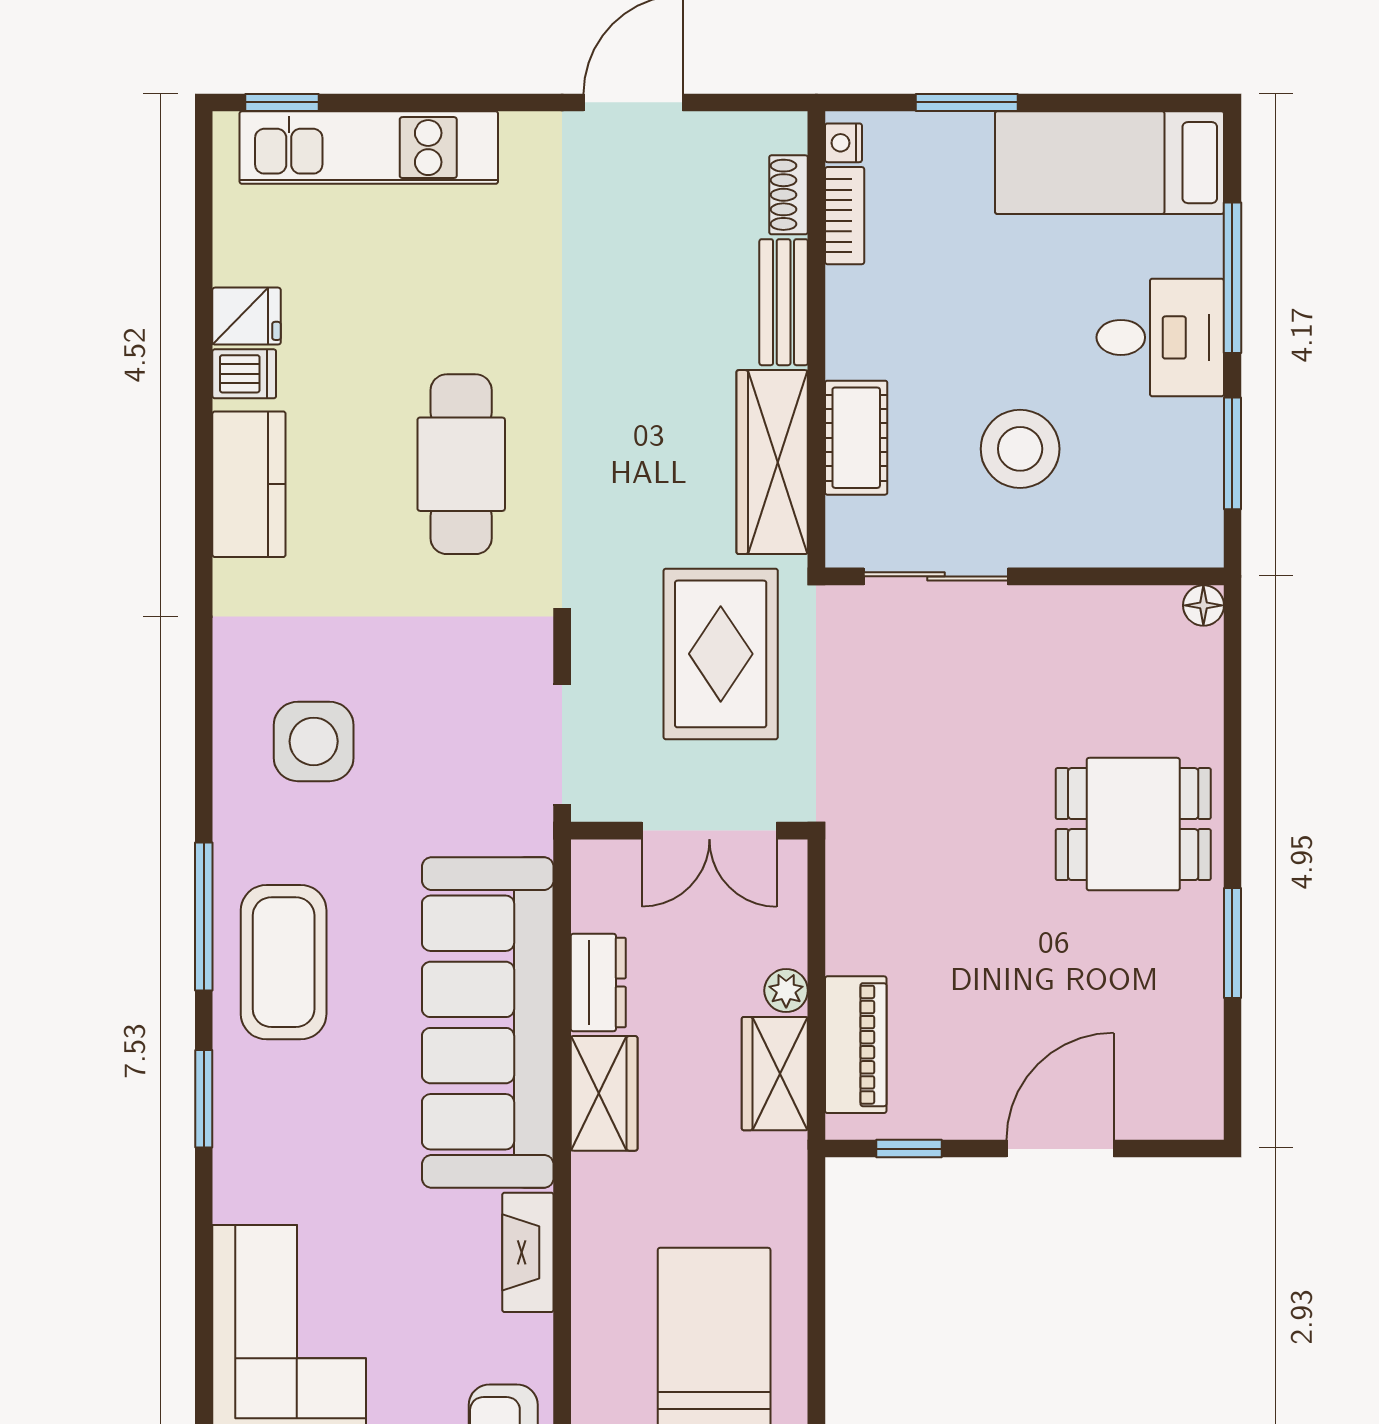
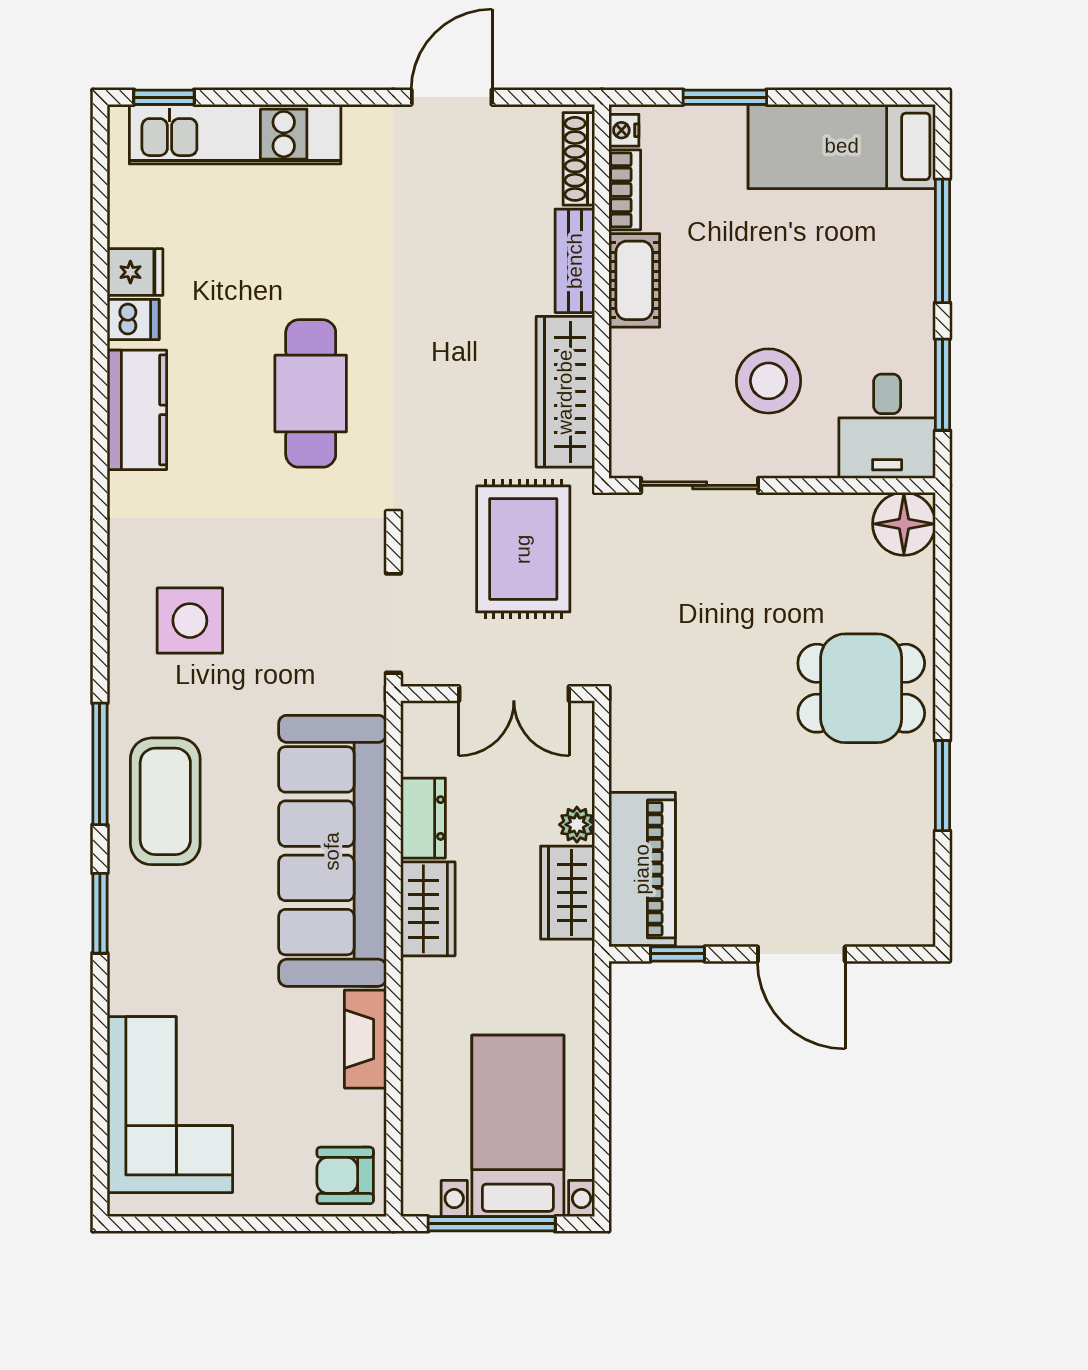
shoe rack: (788, 195) -> (579, 159), width x1.43
desk: (1160, 337) -> (887, 426), moved, turned 90
cot: (856, 438) -> (634, 280), moved
floor lamp: (1203, 605) -> (904, 524), width x1.89, depth x1.89
piano: (856, 1045) -> (642, 869), width x1.37, depth x1.33
door: (1060, 1149) -> (801, 954), swing flipped

